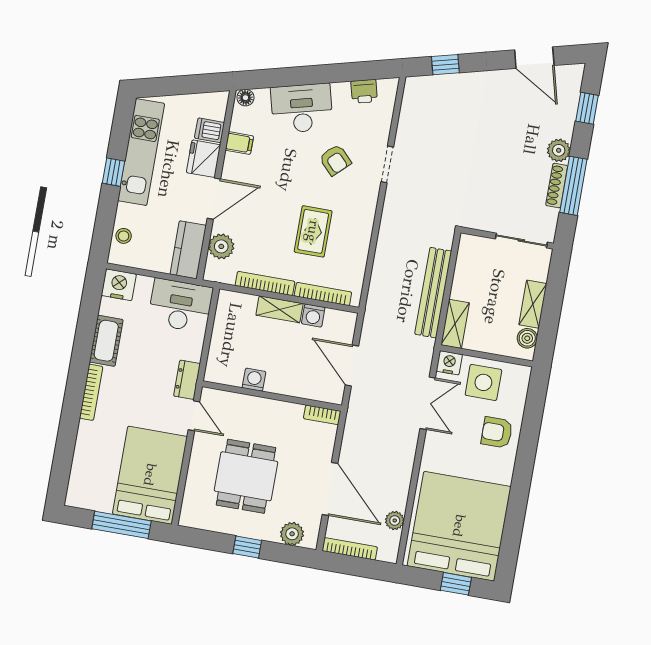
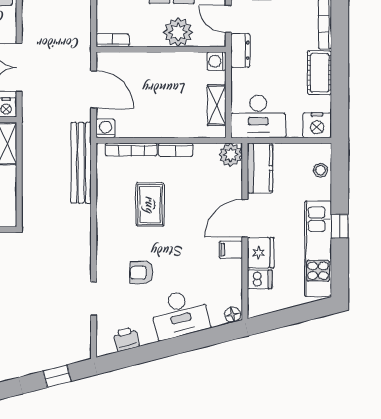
filing cabinet: (239, 143) -> (231, 250), moved
armchair: (335, 160) -> (141, 273), turned -46
doorway: (387, 164) -> (94, 299), moved
plant: (221, 246) -> (231, 155), moved
bookcase: (265, 284) -> (176, 150), width x0.64
bench: (433, 293) -> (81, 163), moved
shelving: (279, 309) -> (217, 105), moved, turned 90
washing machine: (313, 315) -> (106, 129), moved
washing machine: (254, 380) -> (216, 61), moved, turned 90
plant: (250, 411) -> (178, 32), added

